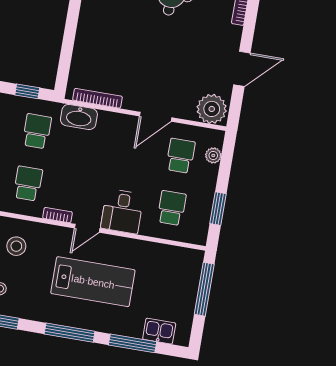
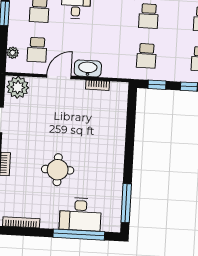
bookcase: (97, 98) -> (97, 85), width x0.64
washbasin: (79, 117) -> (88, 68), moved

